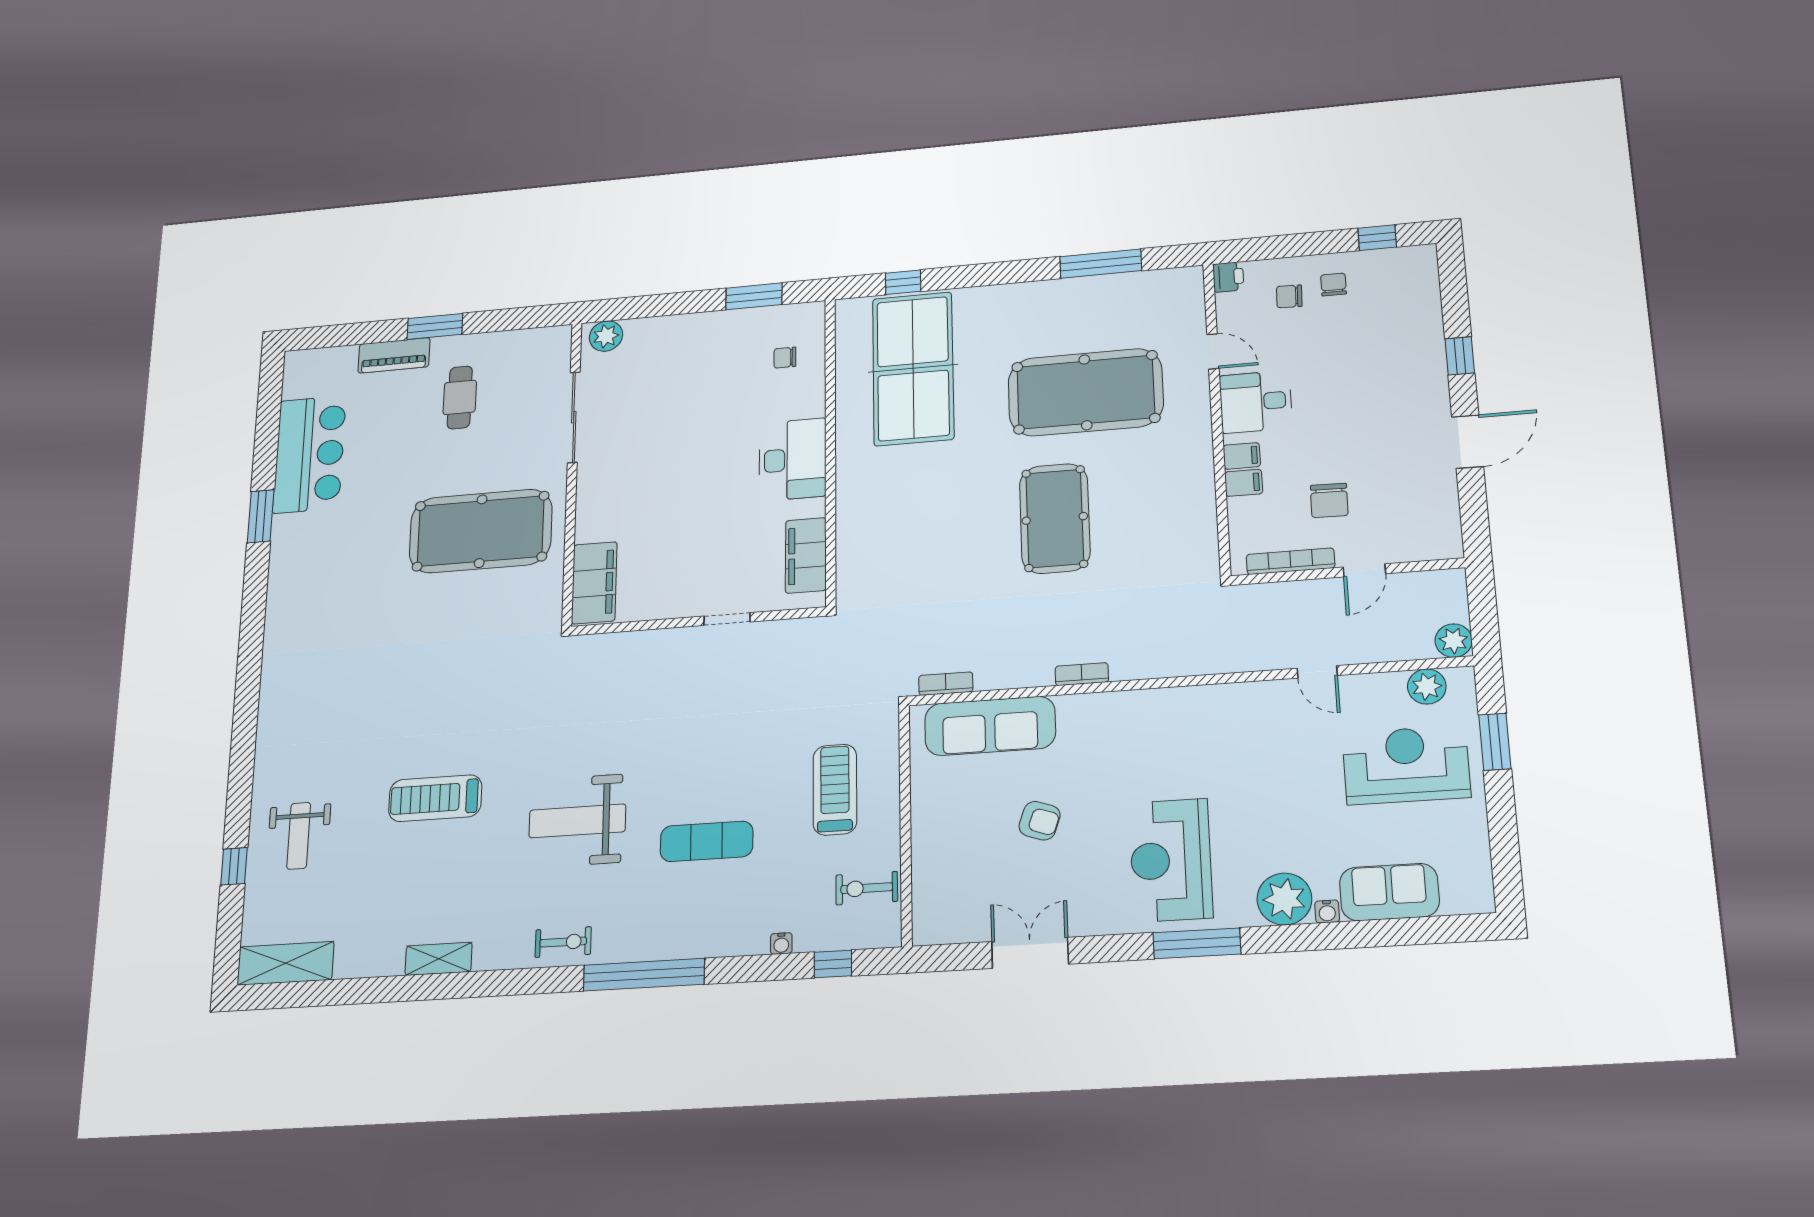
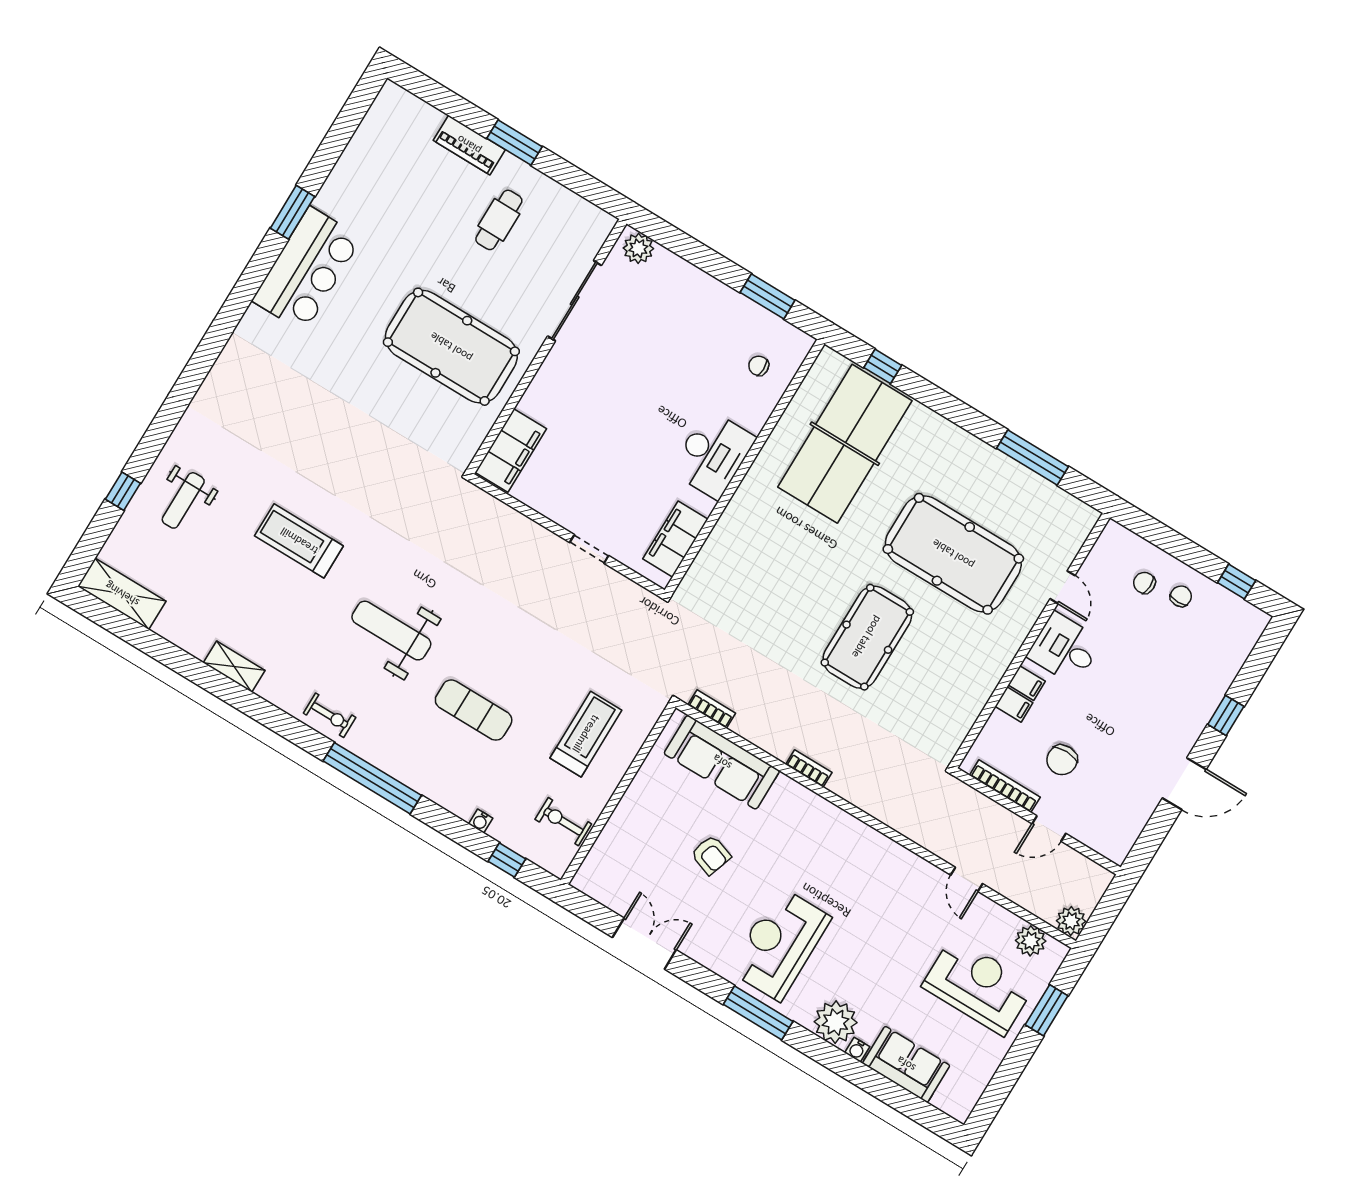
printer: (1228, 277) -> (1113, 536), removed
bar counter: (309, 454) -> (307, 269), moved

